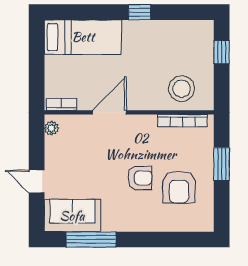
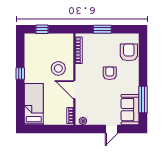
stool: (182, 89) -> (58, 68), moved
armchair: (179, 187) -> (129, 52), moved, turned -90

